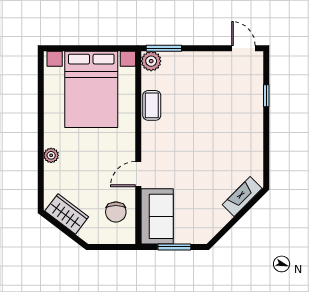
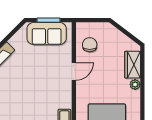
wardrobe: (67, 214) -> (133, 65), moved, turned 53
sofa: (157, 216) -> (47, 33), moved, turned -90

